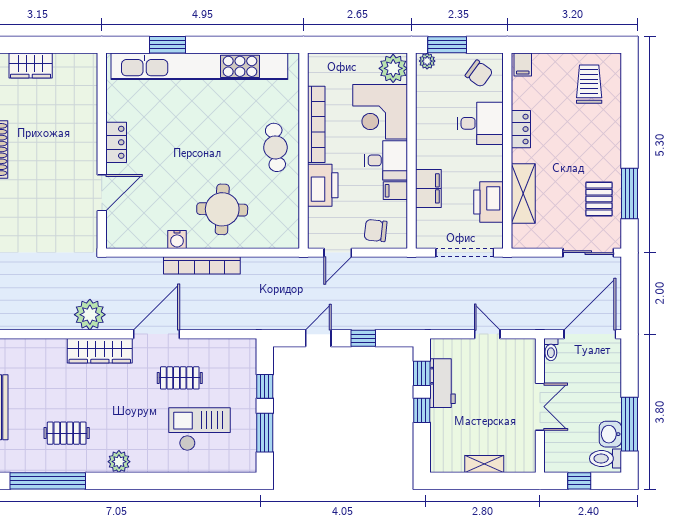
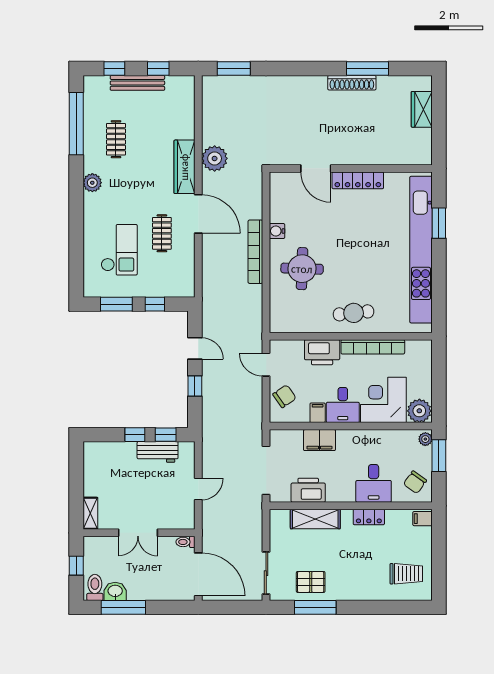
locker: (116, 142) -> (358, 180), width x1.53
chair: (376, 231) -> (284, 396), turned 49
shelving: (484, 464) -> (90, 513), moved

